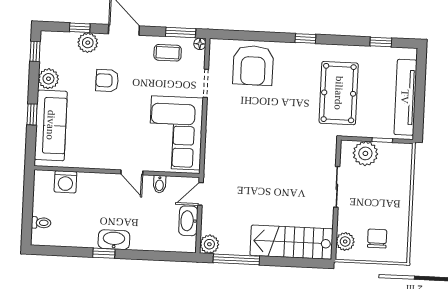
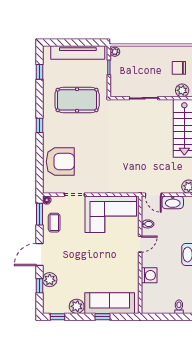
armchair: (107, 80) -> (76, 265), removed
plant: (365, 153) -> (115, 52), moved, width x0.53, depth x0.53
washing machine: (65, 182) -> (149, 275), moved

